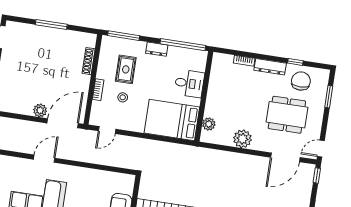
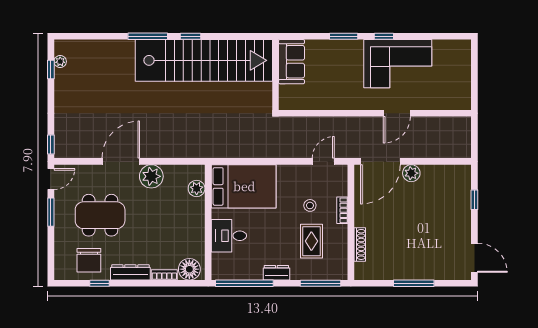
floor lamp: (224, 62) -> (189, 269), added
window: (329, 97) -> (51, 212), moved
door: (285, 157) -> (121, 161), moved

